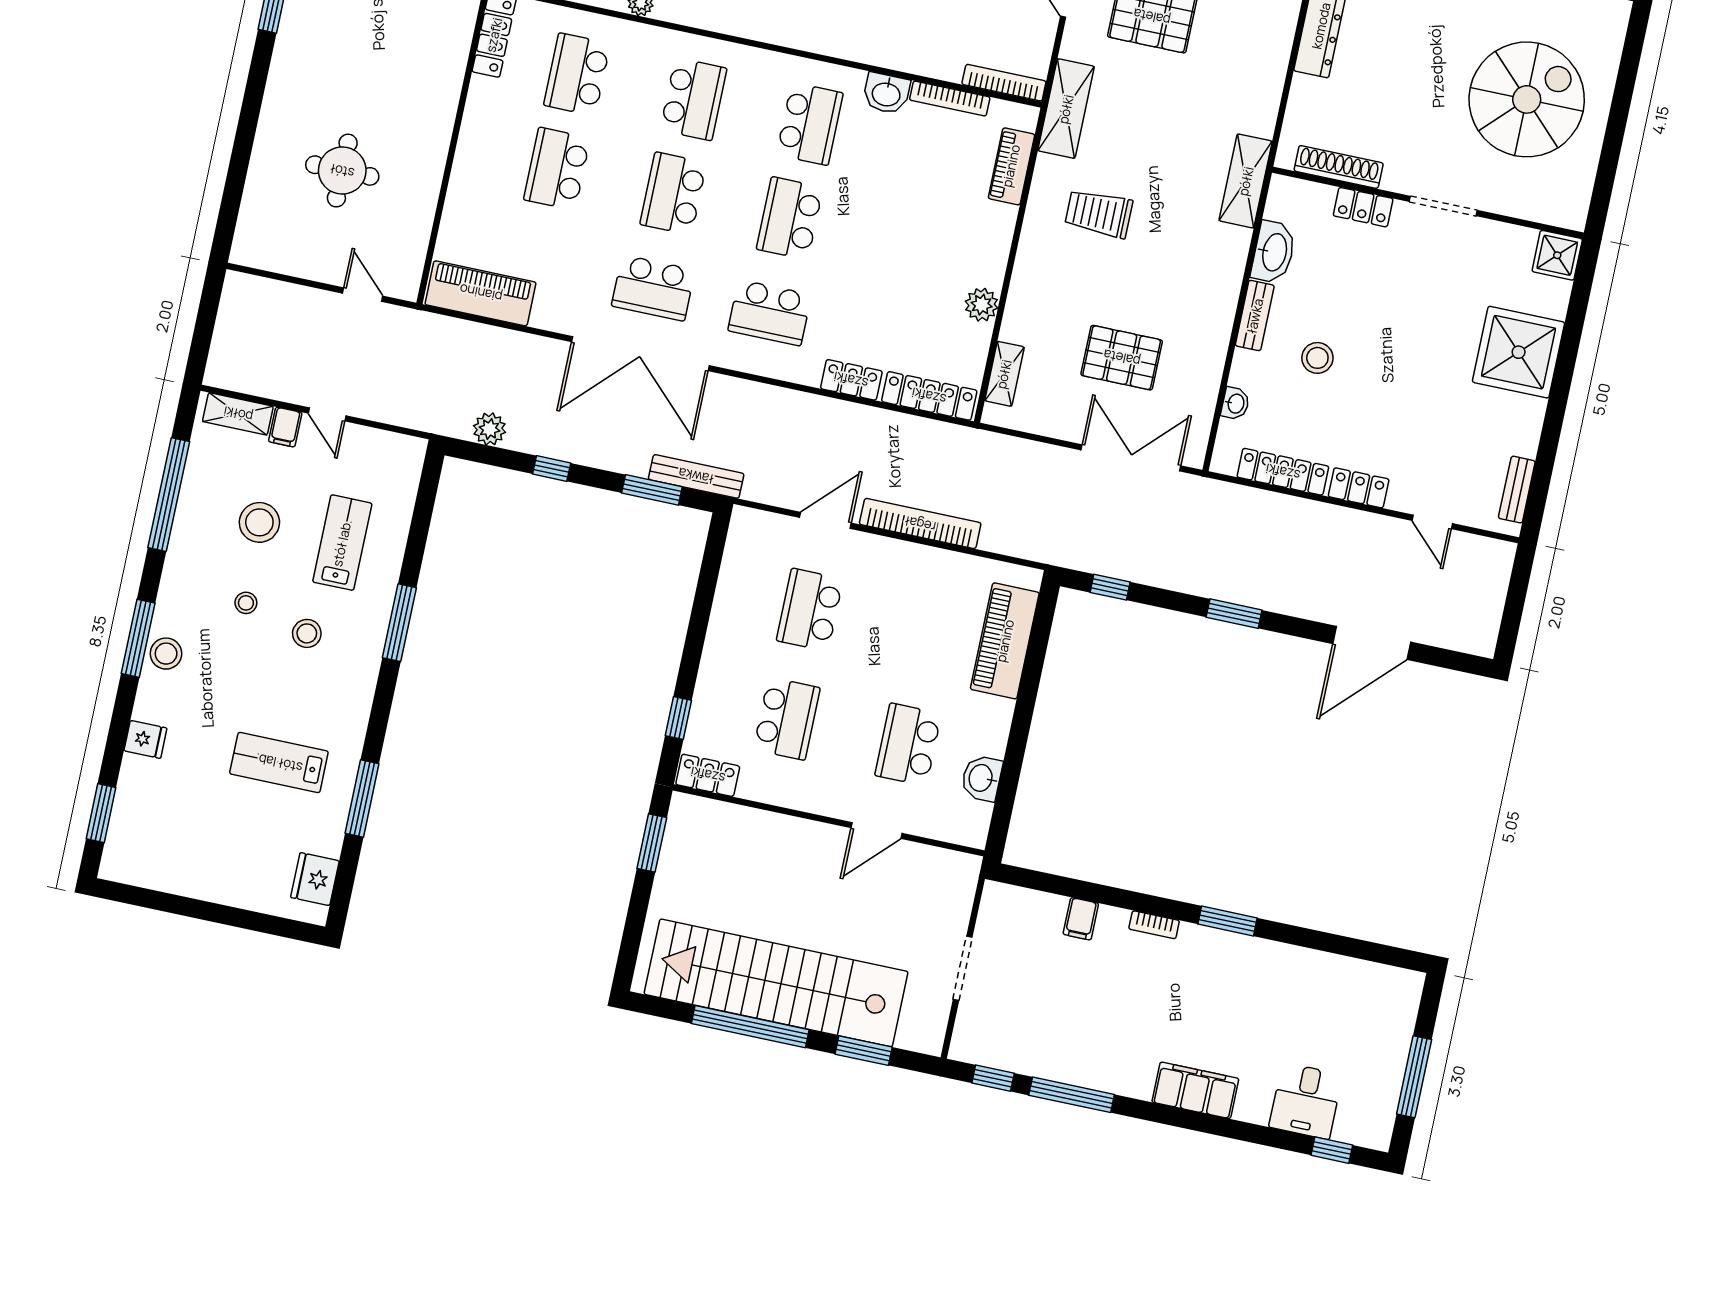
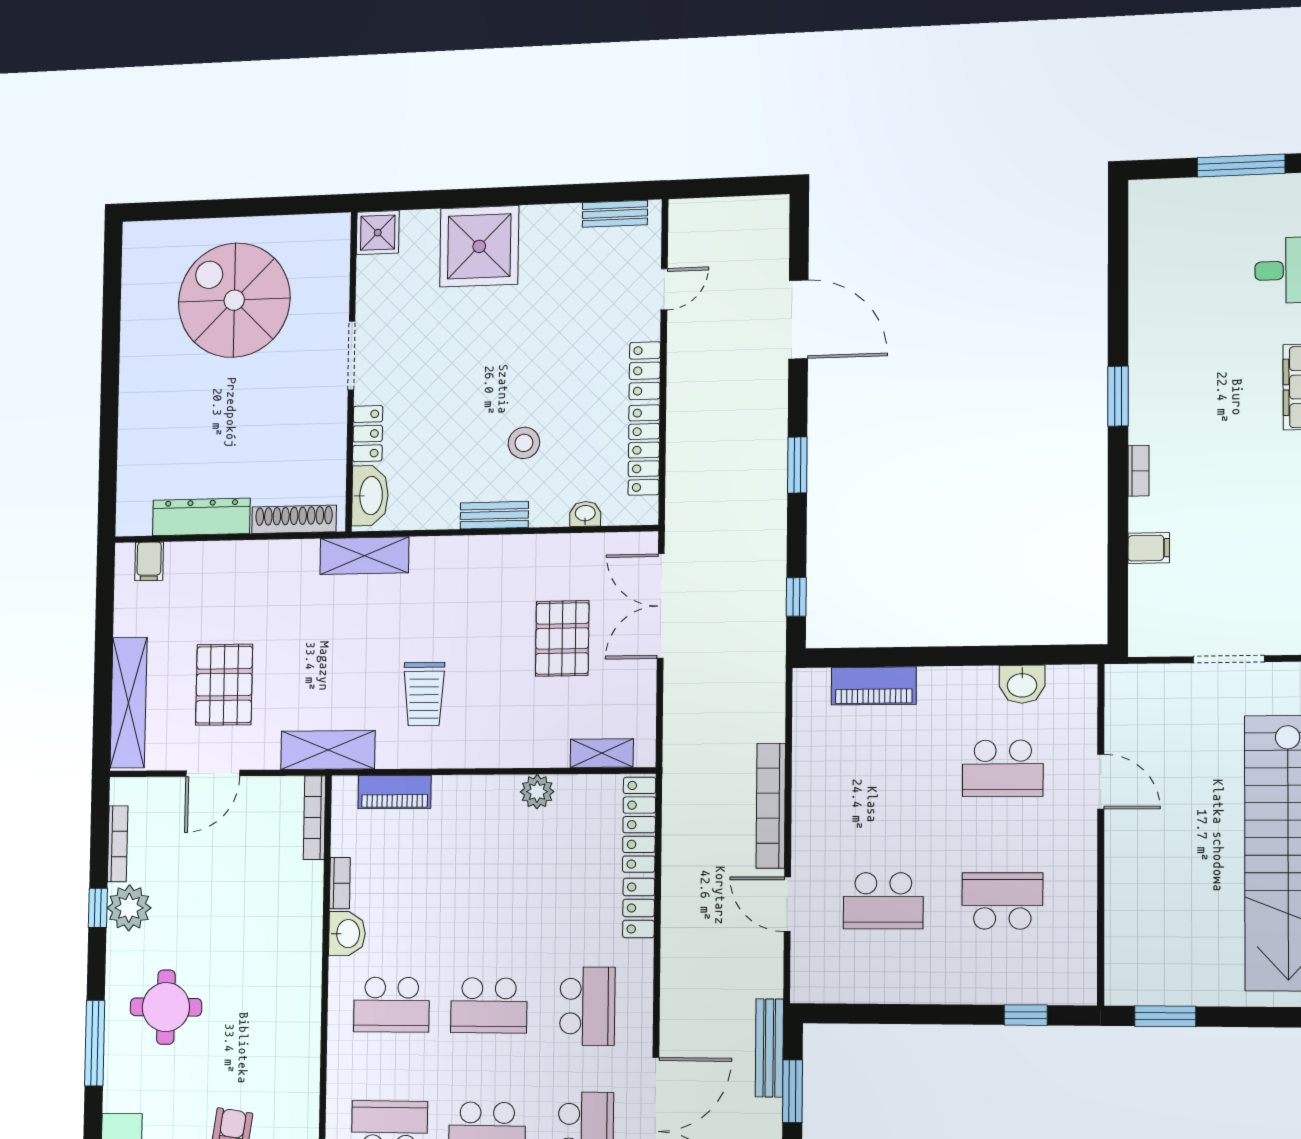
bookcase: (950, 99) -> (340, 883), width x0.64
school desk: (810, 124) -> (391, 1005), turned 180
shoe rack: (1339, 167) -> (294, 519), moved, turned 90
washbasin: (1274, 252) -> (370, 496), moved, turned 90
piano: (1005, 641) -> (874, 686), width x0.73, depth x0.75
locker: (708, 775) -> (1080, 972), removed

